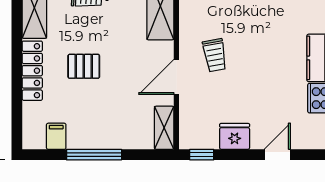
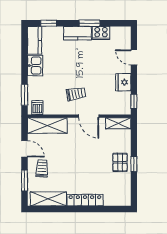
pallet: (84, 66) -> (120, 162), moved
filing cabinet: (56, 136) -> (123, 186), removed
window: (94, 155) -> (134, 164), width x0.46

